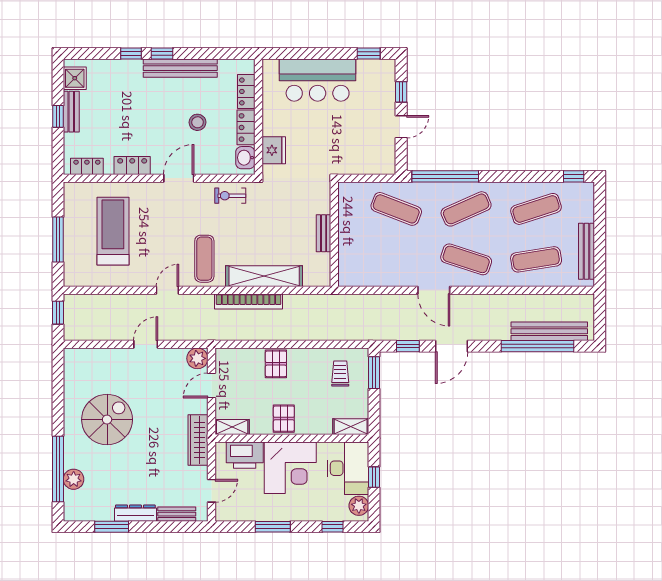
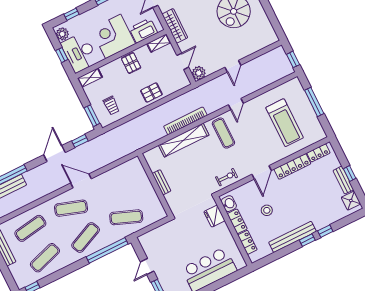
locker: (132, 165) -> (292, 166), width x1.53
pallet: (276, 364) -> (151, 93), turned 90

